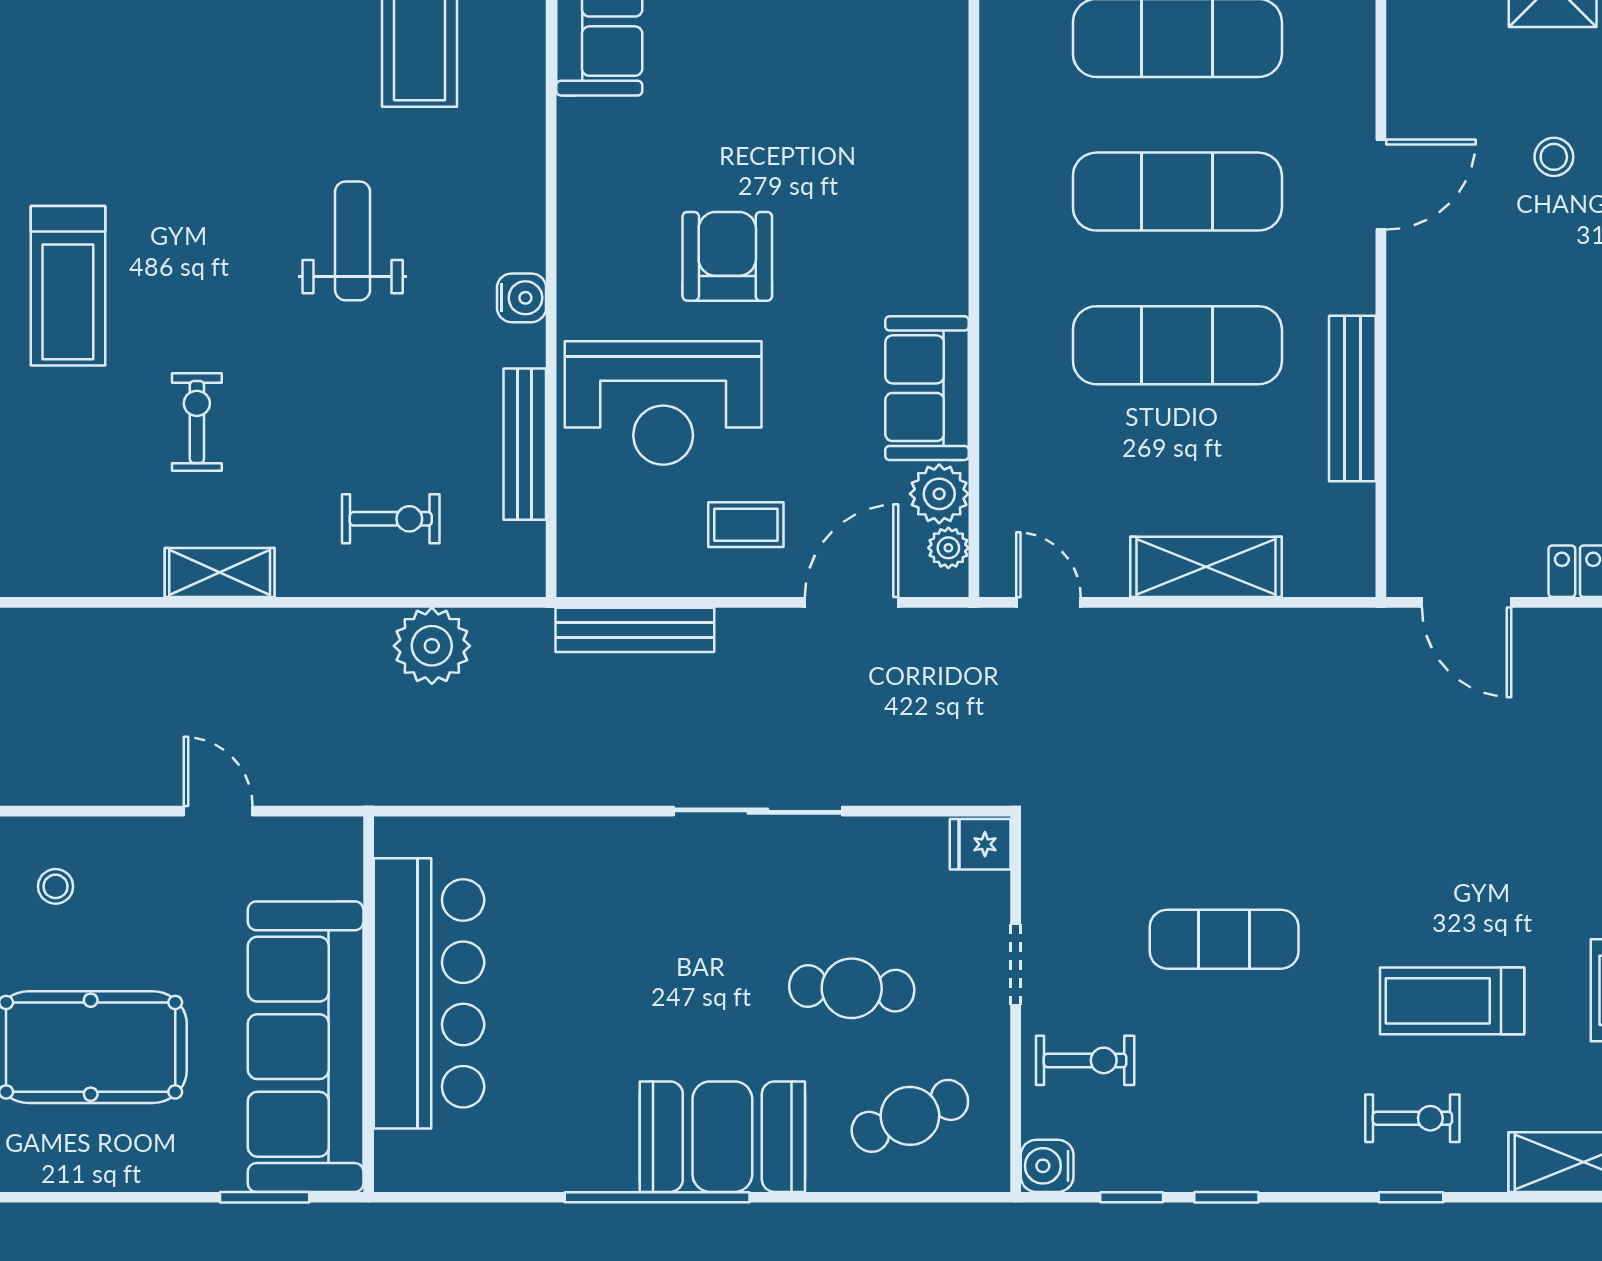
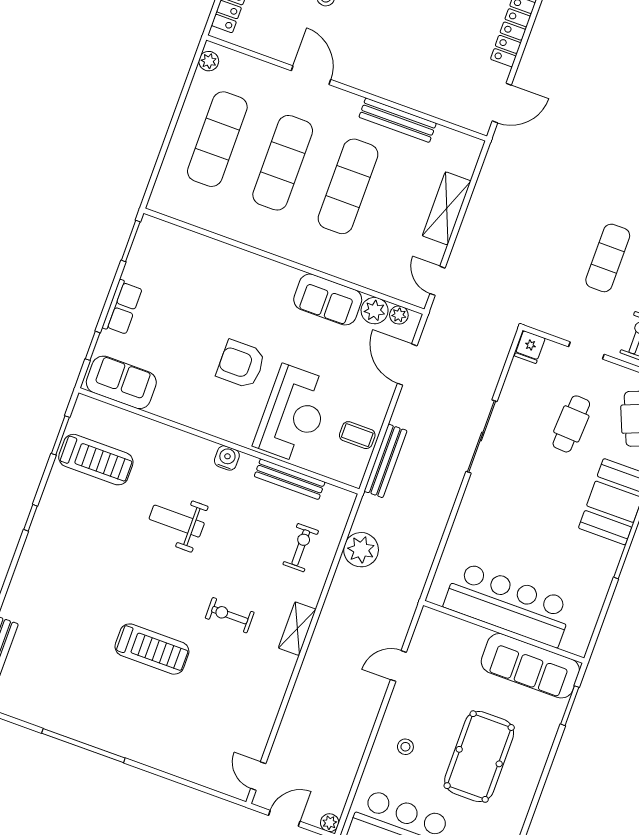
coffee table: (746, 525) -> (357, 435), moved, turned 90
door: (1048, 602) -> (437, 281), hinge flipped
sofa: (306, 1047) -> (530, 666), width x0.74, depth x0.79

